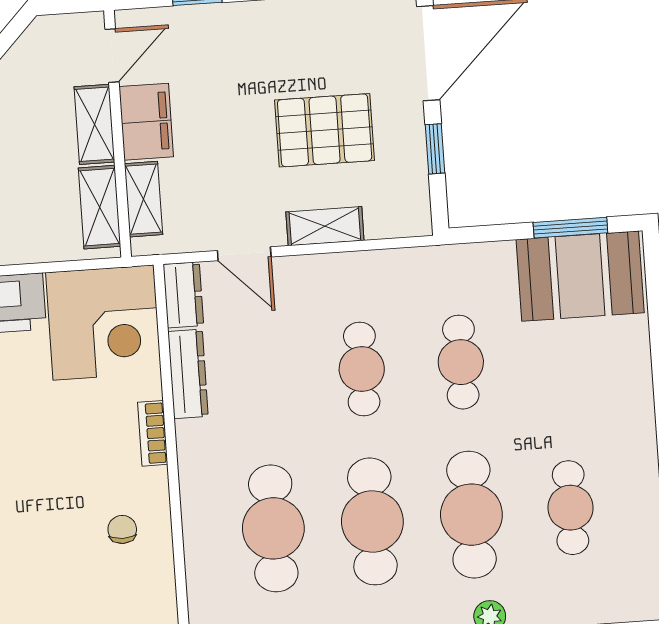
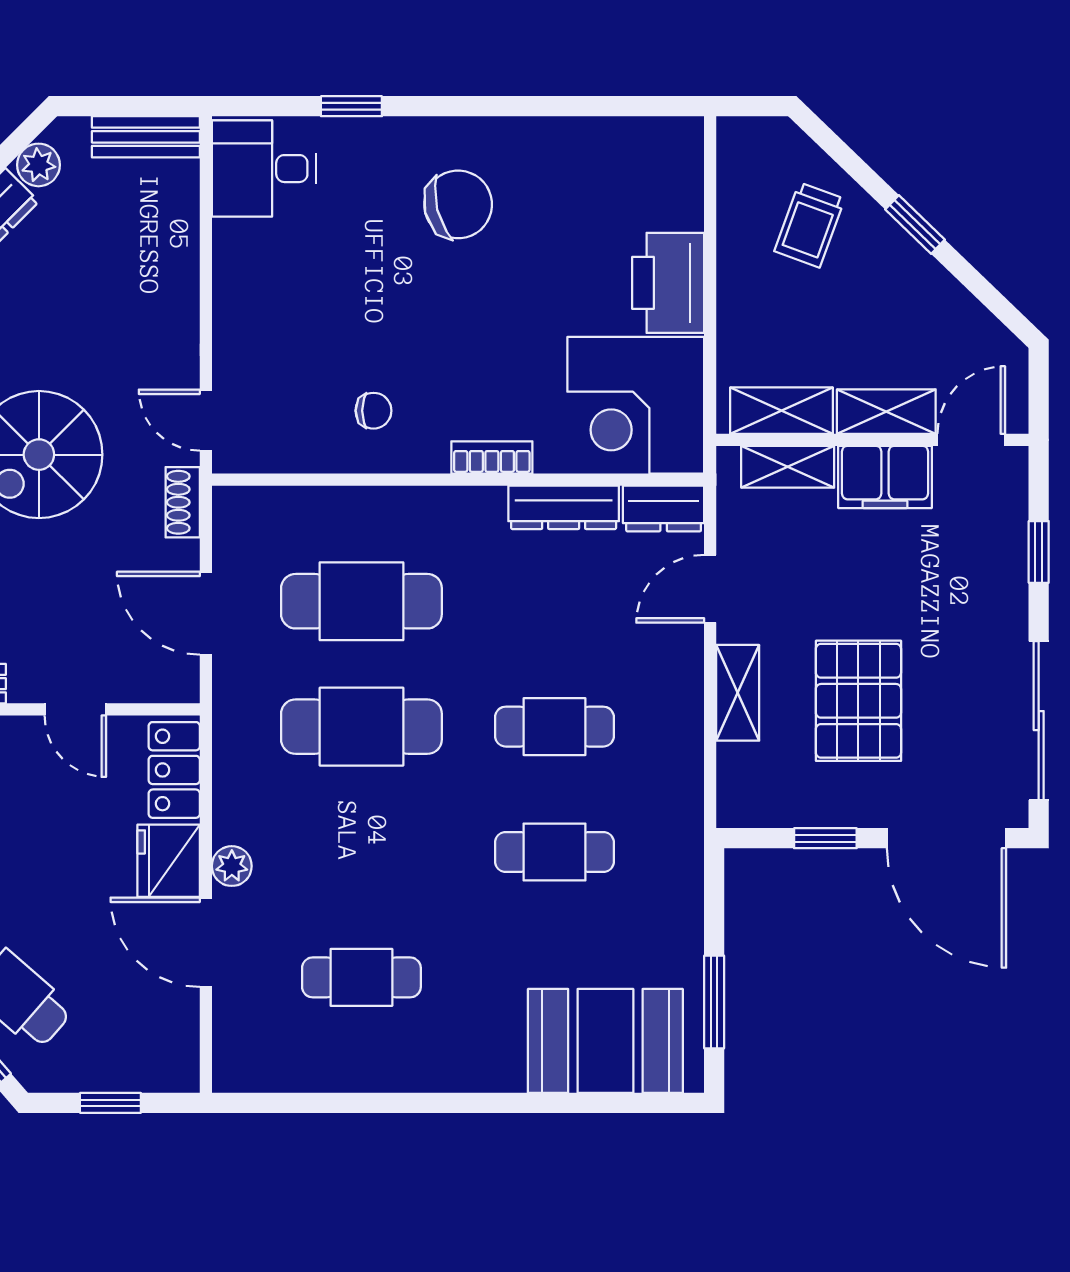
door: (112, 56) -> (971, 440), swing flipped
booth: (580, 276) -> (605, 1041), moved, turned 90
cafe table: (471, 515) -> (361, 852), removed

